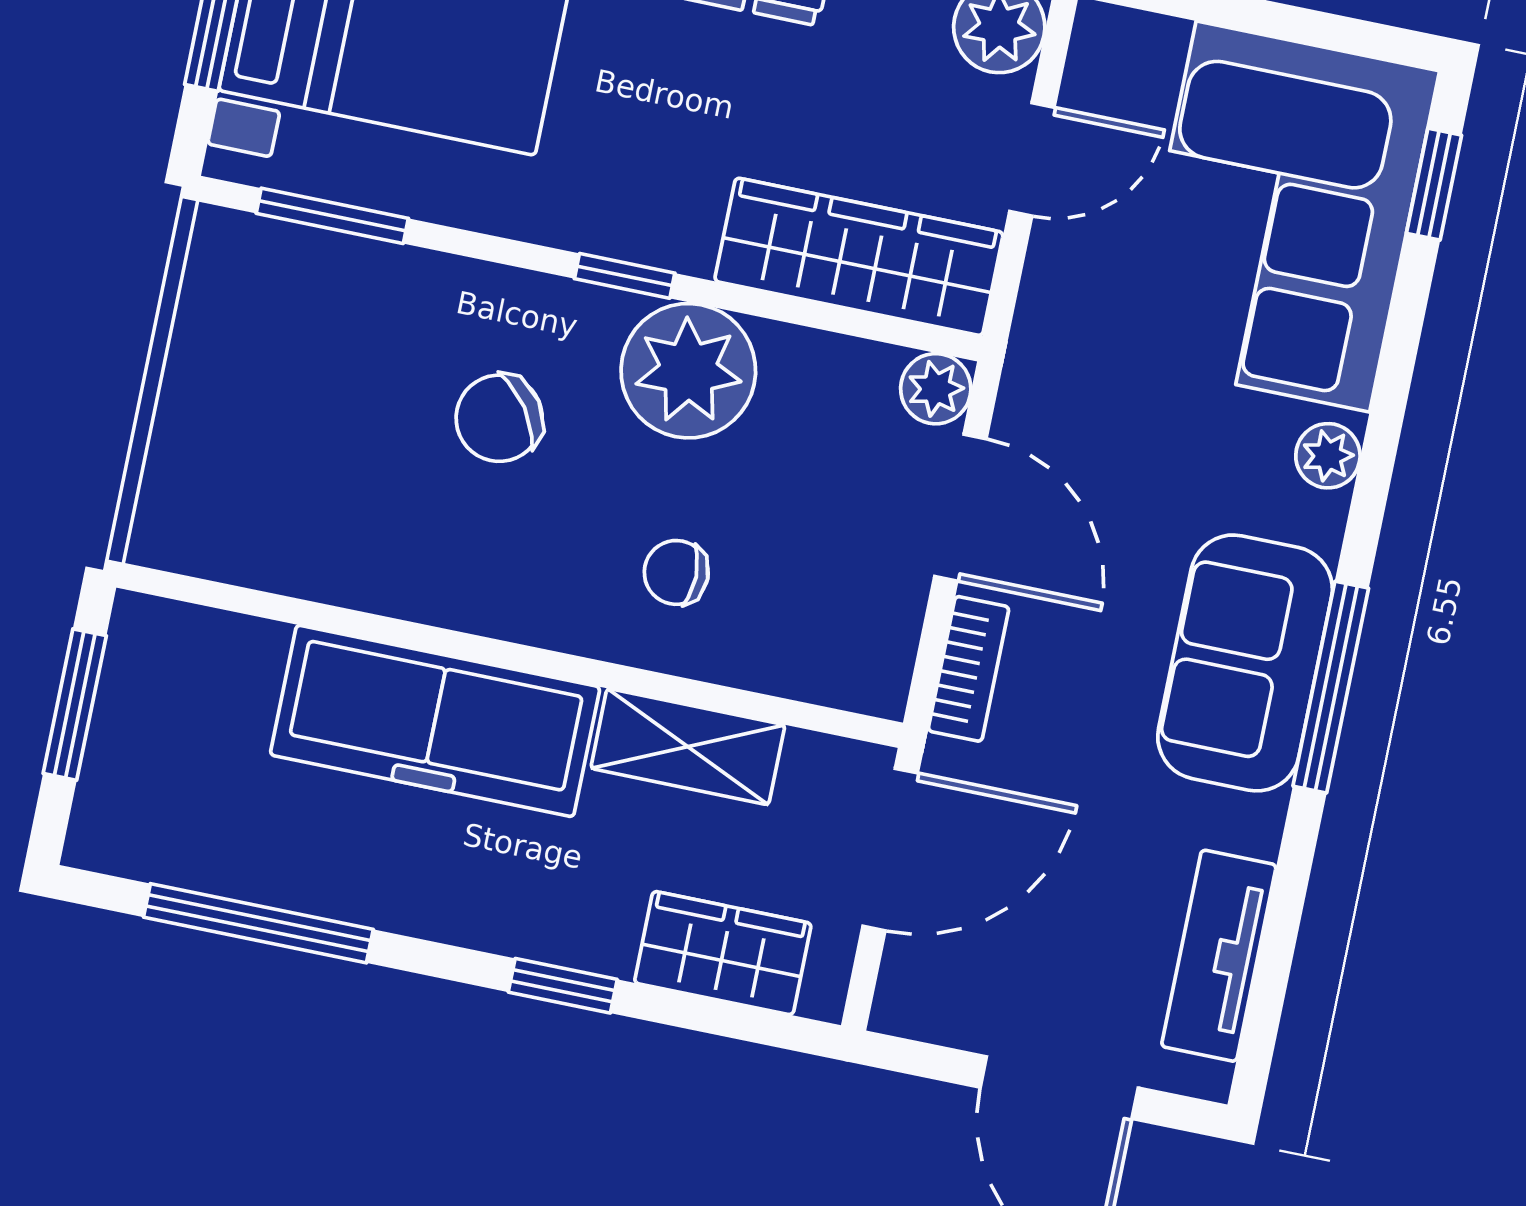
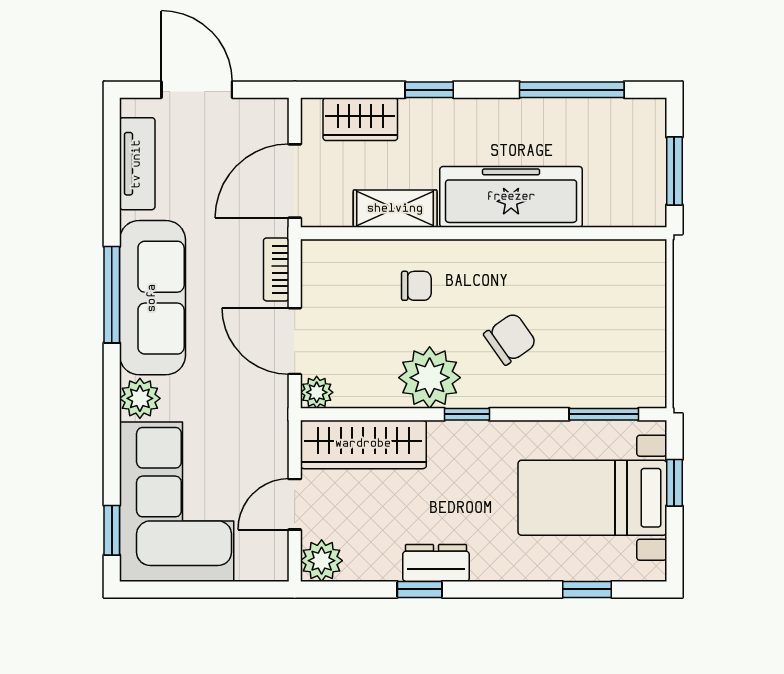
plant: (1328, 456) -> (140, 398), width x1.38, depth x1.38
sofa: (1245, 663) -> (152, 298), width x1.36

